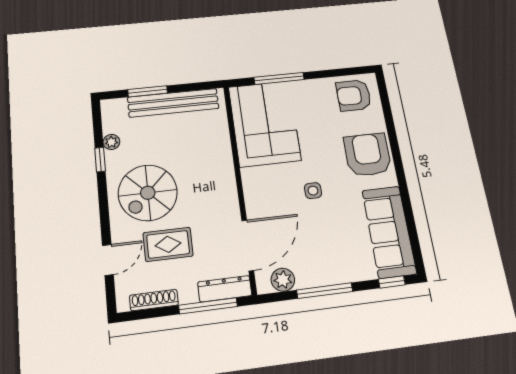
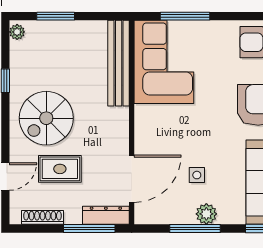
bench: (173, 103) -> (119, 63), moved, turned 90
plant: (111, 142) -> (17, 32), moved
side table: (313, 191) -> (197, 175), moved
plant: (283, 280) -> (206, 214), moved

